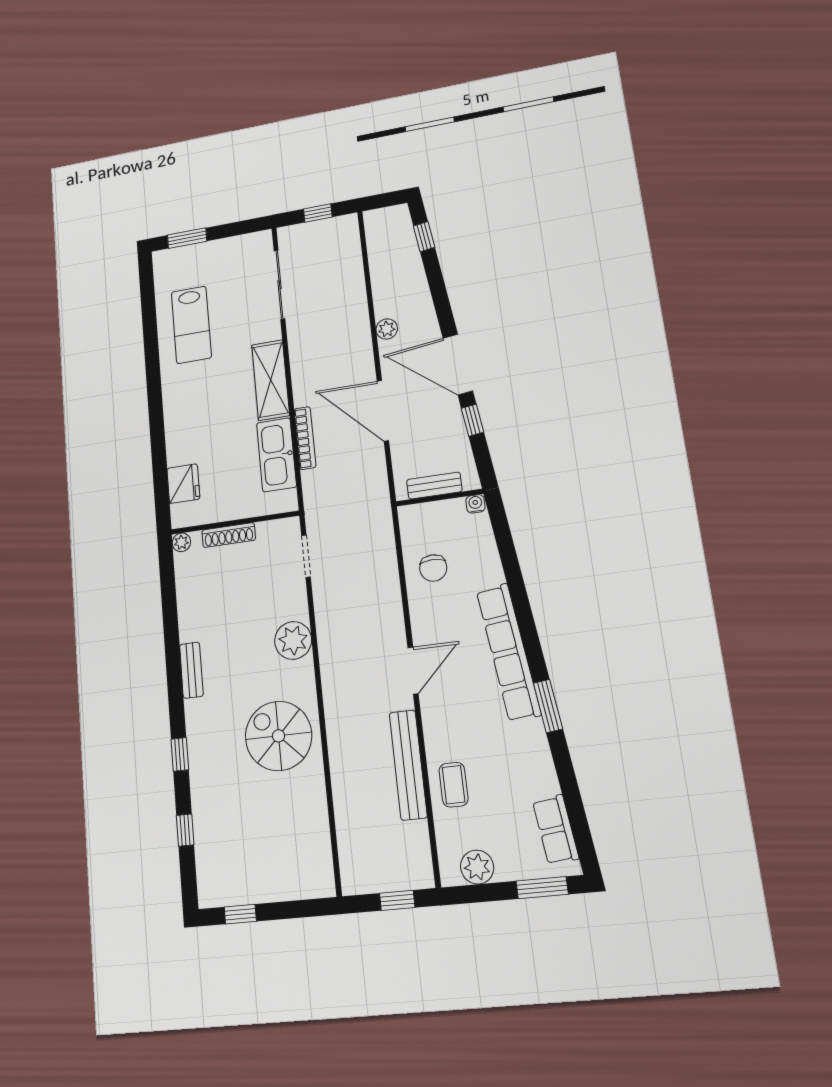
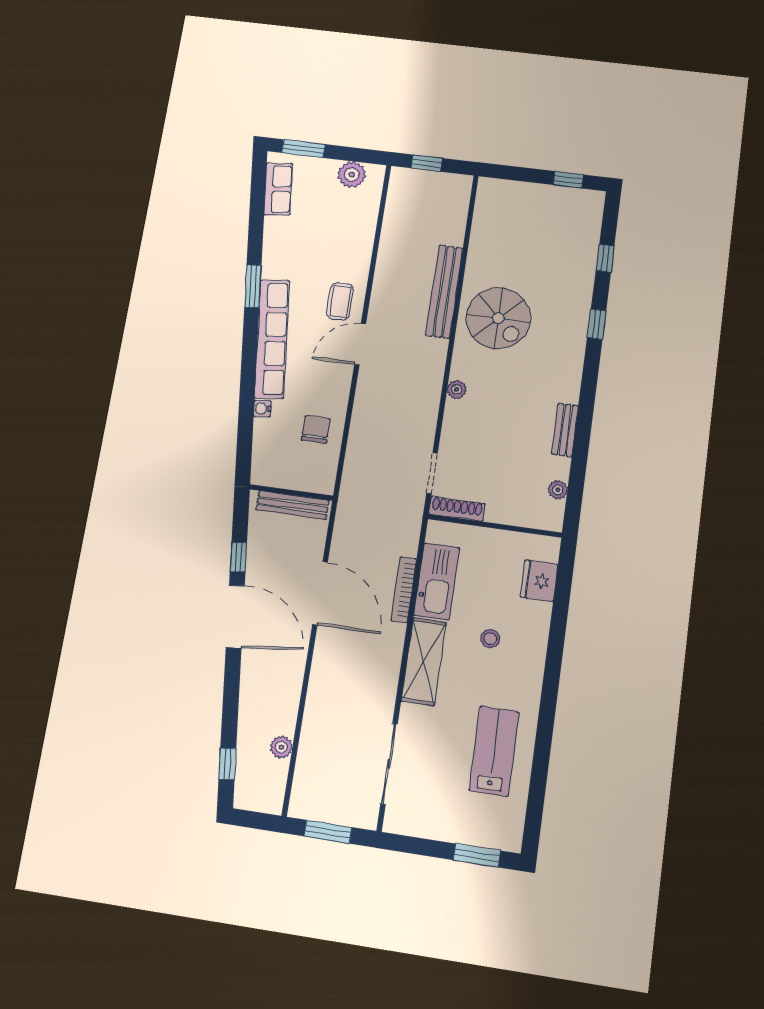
window: (318, 213) -> (328, 832), width x1.50
plant: (387, 329) -> (281, 747), moved
stool: (216, 419) -> (490, 639), added
bench: (434, 486) -> (292, 505), width x1.36
water cooler: (475, 504) -> (262, 409), moved, turned 83
shoe rack: (229, 535) -> (457, 509), moved
plant: (181, 542) -> (558, 490), moved
plant: (293, 640) -> (457, 390), width x0.53, depth x0.53
bench: (191, 670) -> (565, 430), moved
bench: (408, 765) -> (444, 292), moved
coffee table: (454, 785) -> (340, 301), moved

